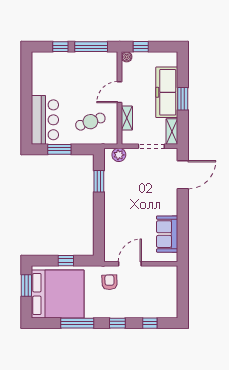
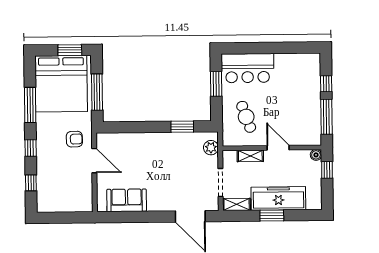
window: (66, 261) -> (97, 92), width x2.17

